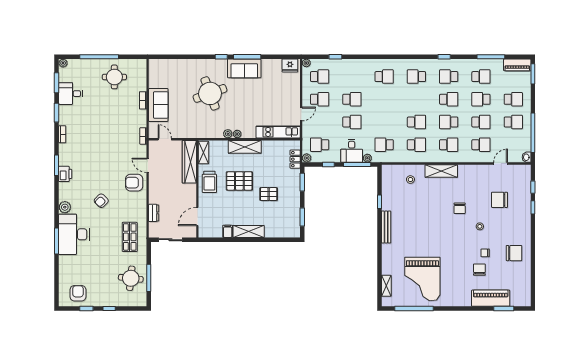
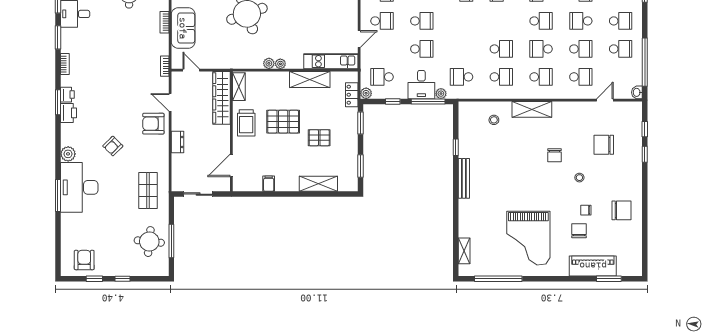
shelving: (245, 147) -> (310, 79), moved
printer: (64, 159) -> (67, 95), added
dresser: (154, 213) -> (177, 142), moved
shelving: (249, 231) -> (318, 184), moved
grand piano: (422, 279) -> (528, 238), moved

